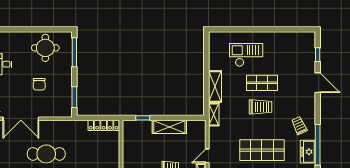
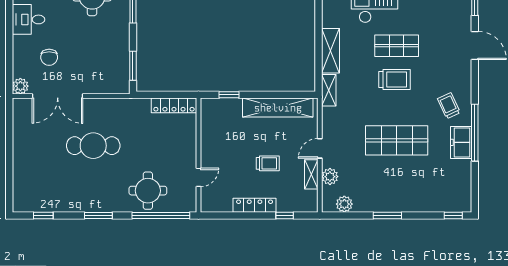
chair: (39, 84) -> (49, 57), moved
shelving: (169, 127) -> (278, 108), width x1.47

